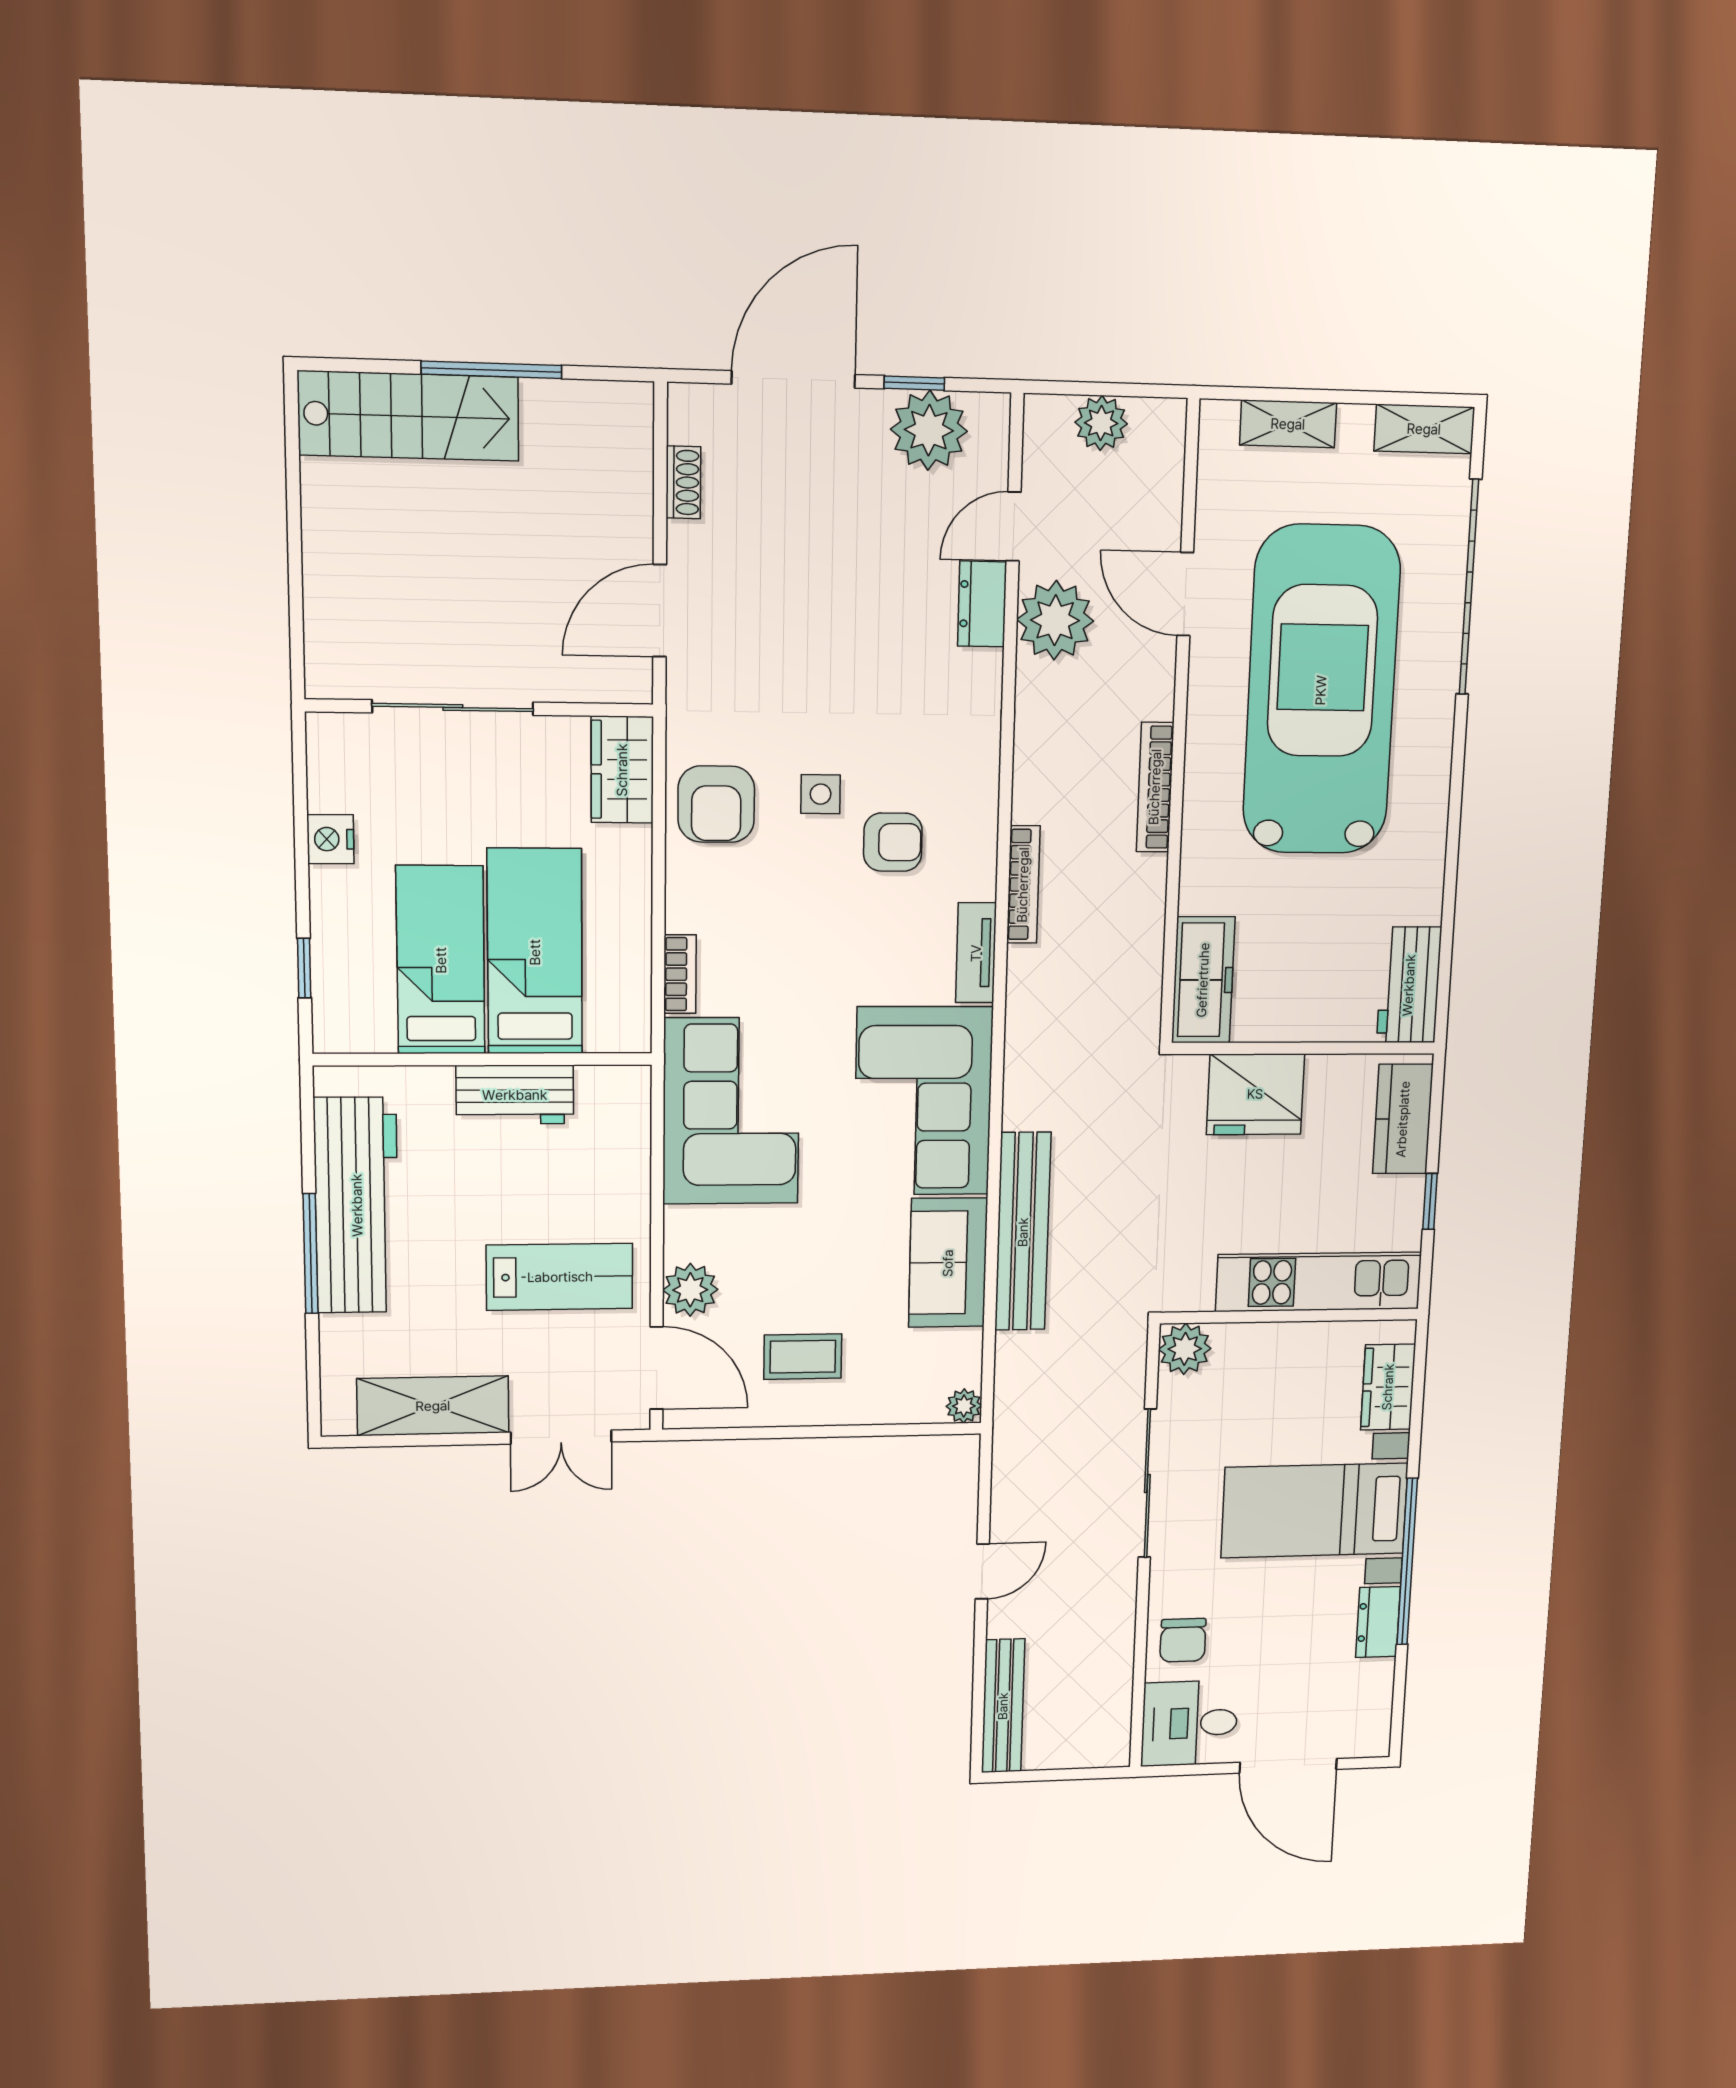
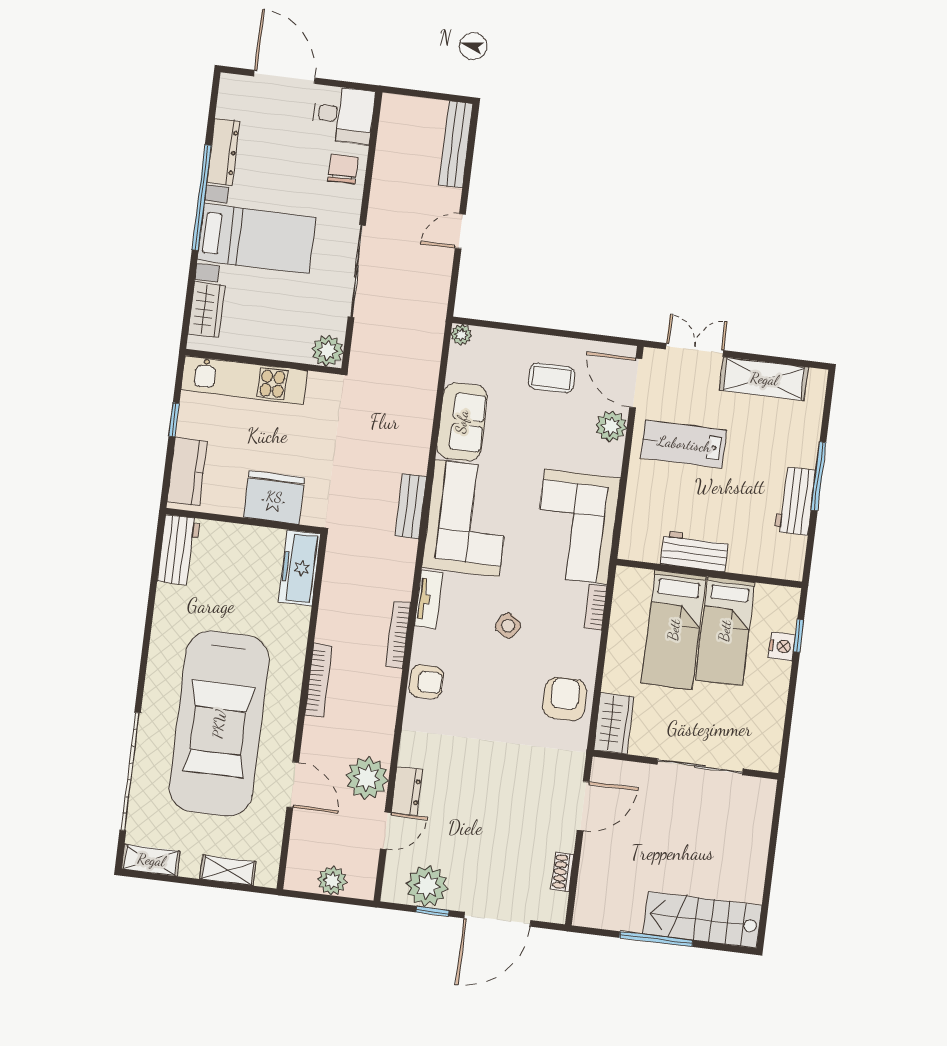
side table: (821, 794) -> (508, 626), moved, turned 35
nightstand: (330, 839) -> (782, 646), moved
armchair: (893, 842) -> (426, 682), moved, turned 180
workbench: (357, 1205) -> (795, 501), width x0.53, depth x0.76
bench: (1023, 1232) -> (411, 506), moved, width x0.54, depth x0.82
dresser: (1378, 1622) -> (223, 152), width x1.44

